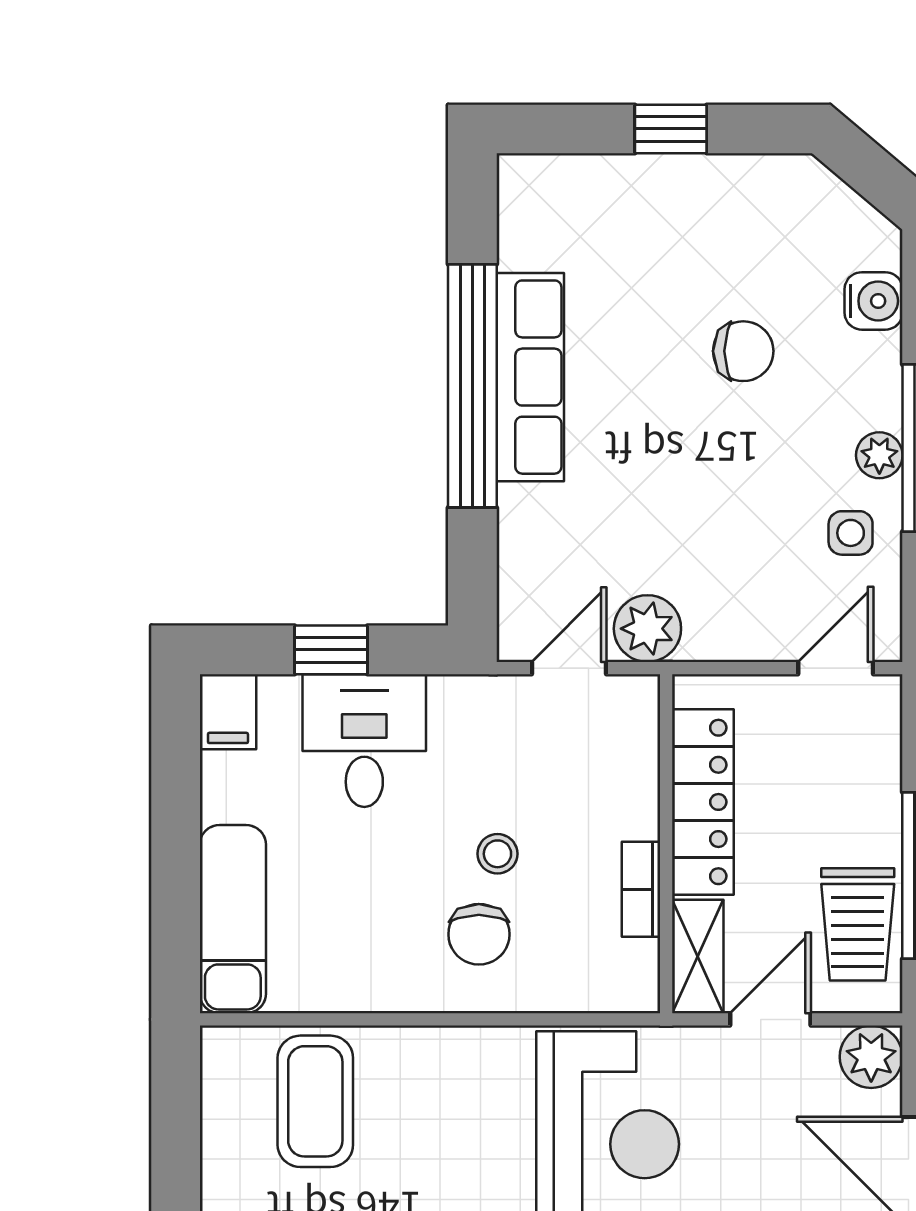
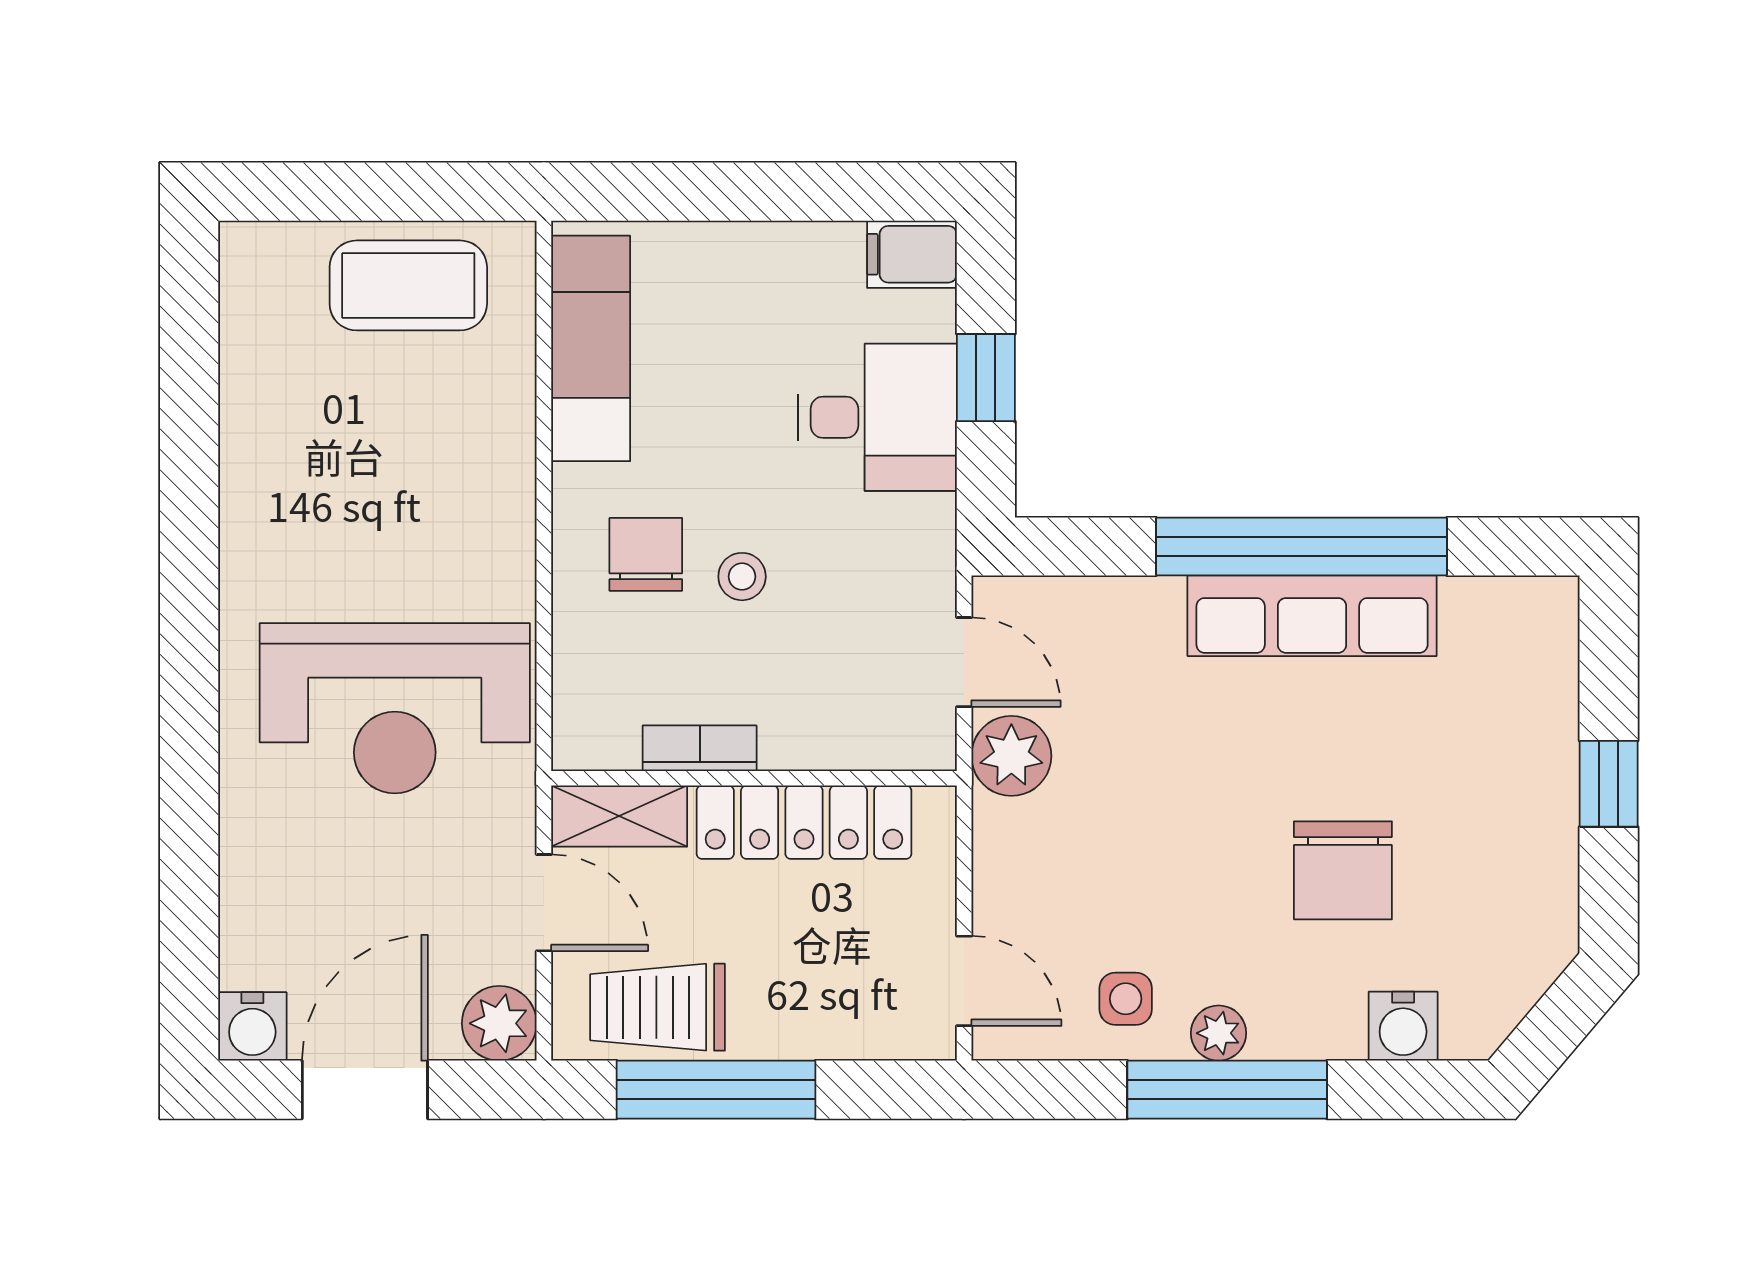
chair: (743, 351) -> (1343, 870), width x1.37, depth x1.37
exam couch: (233, 919) -> (591, 348), moved, turned -90
chair: (479, 934) -> (646, 554), turned 90
coffee table: (315, 1101) -> (408, 285), moved

